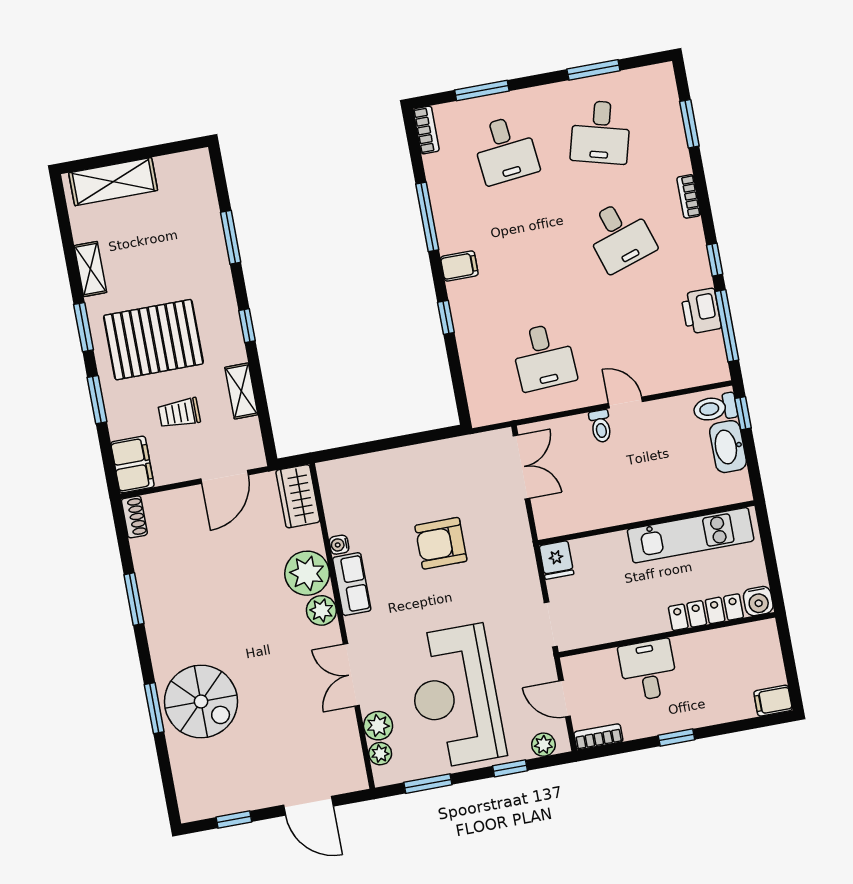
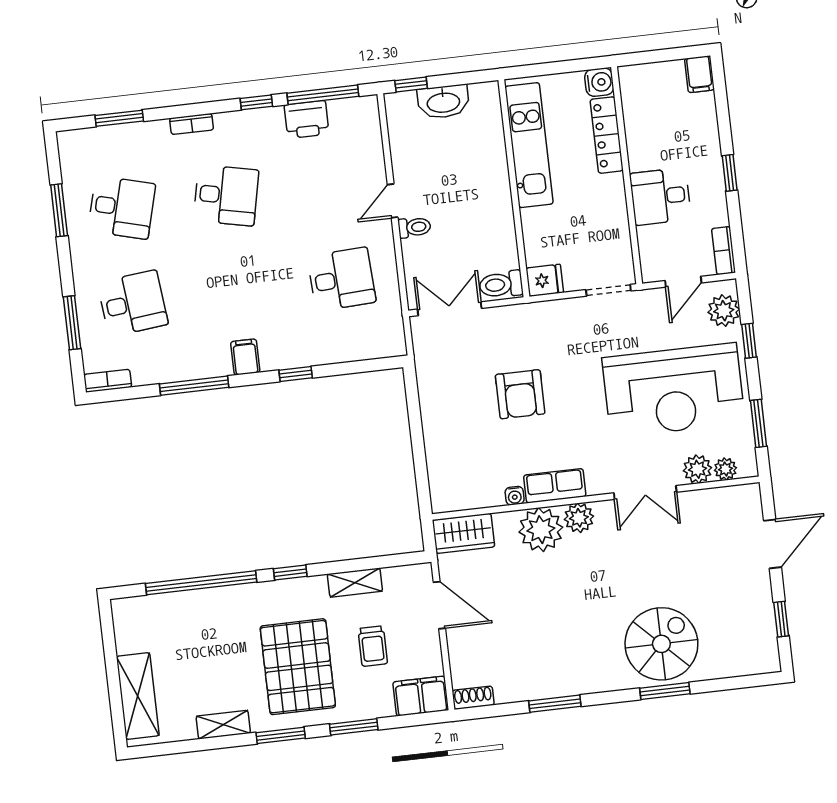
desk: (620, 236) -> (226, 195), turned 30
window: (231, 237) -> (201, 583), width x2.11
toilet: (715, 408) -> (501, 284), moved, turned 90
plant: (543, 745) -> (724, 311), width x1.38, depth x1.38

